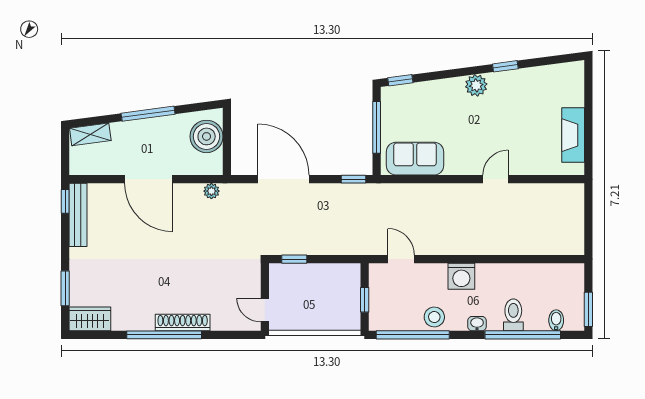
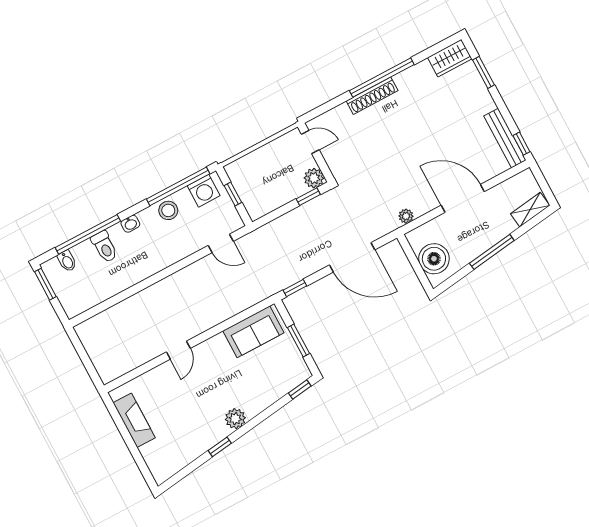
window: (377, 127) -> (298, 341), width x0.69
plant: (280, 274) -> (314, 178), added
washing machine: (461, 276) -> (204, 191), moved, turned 180

